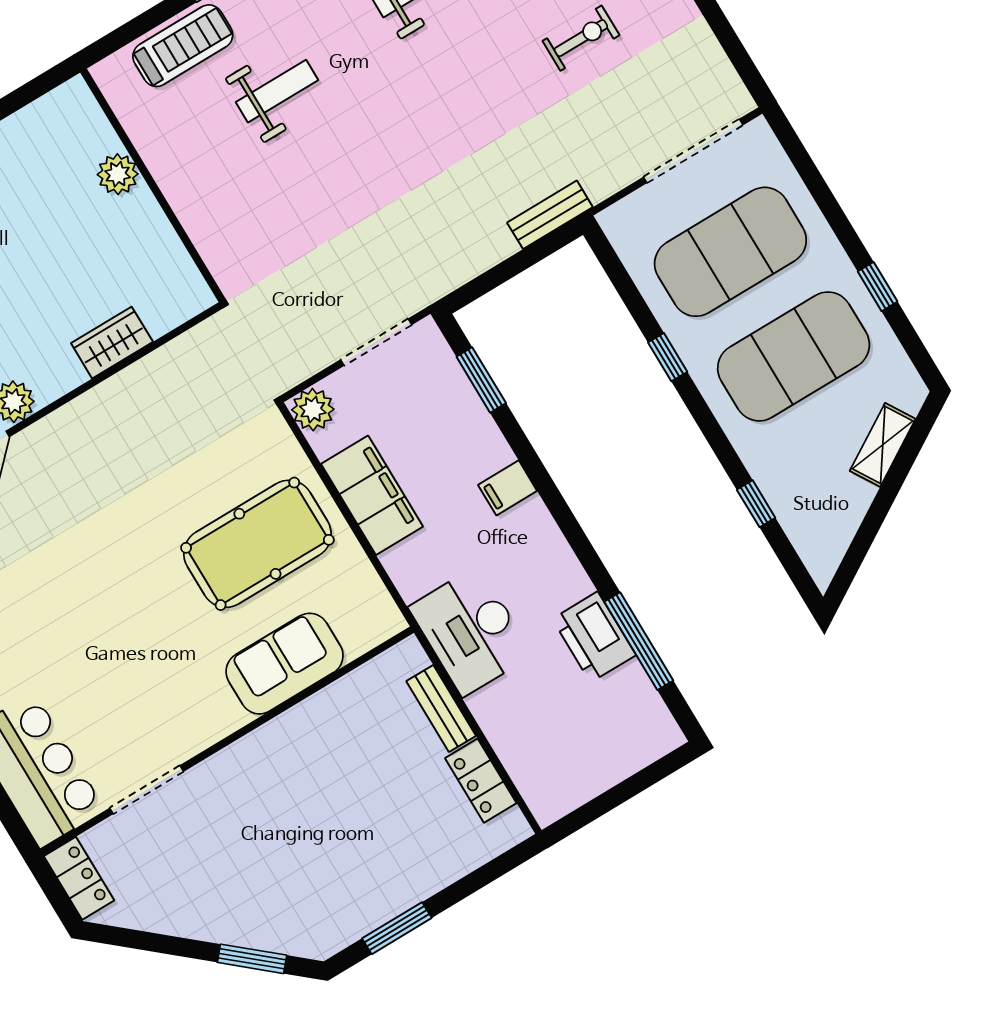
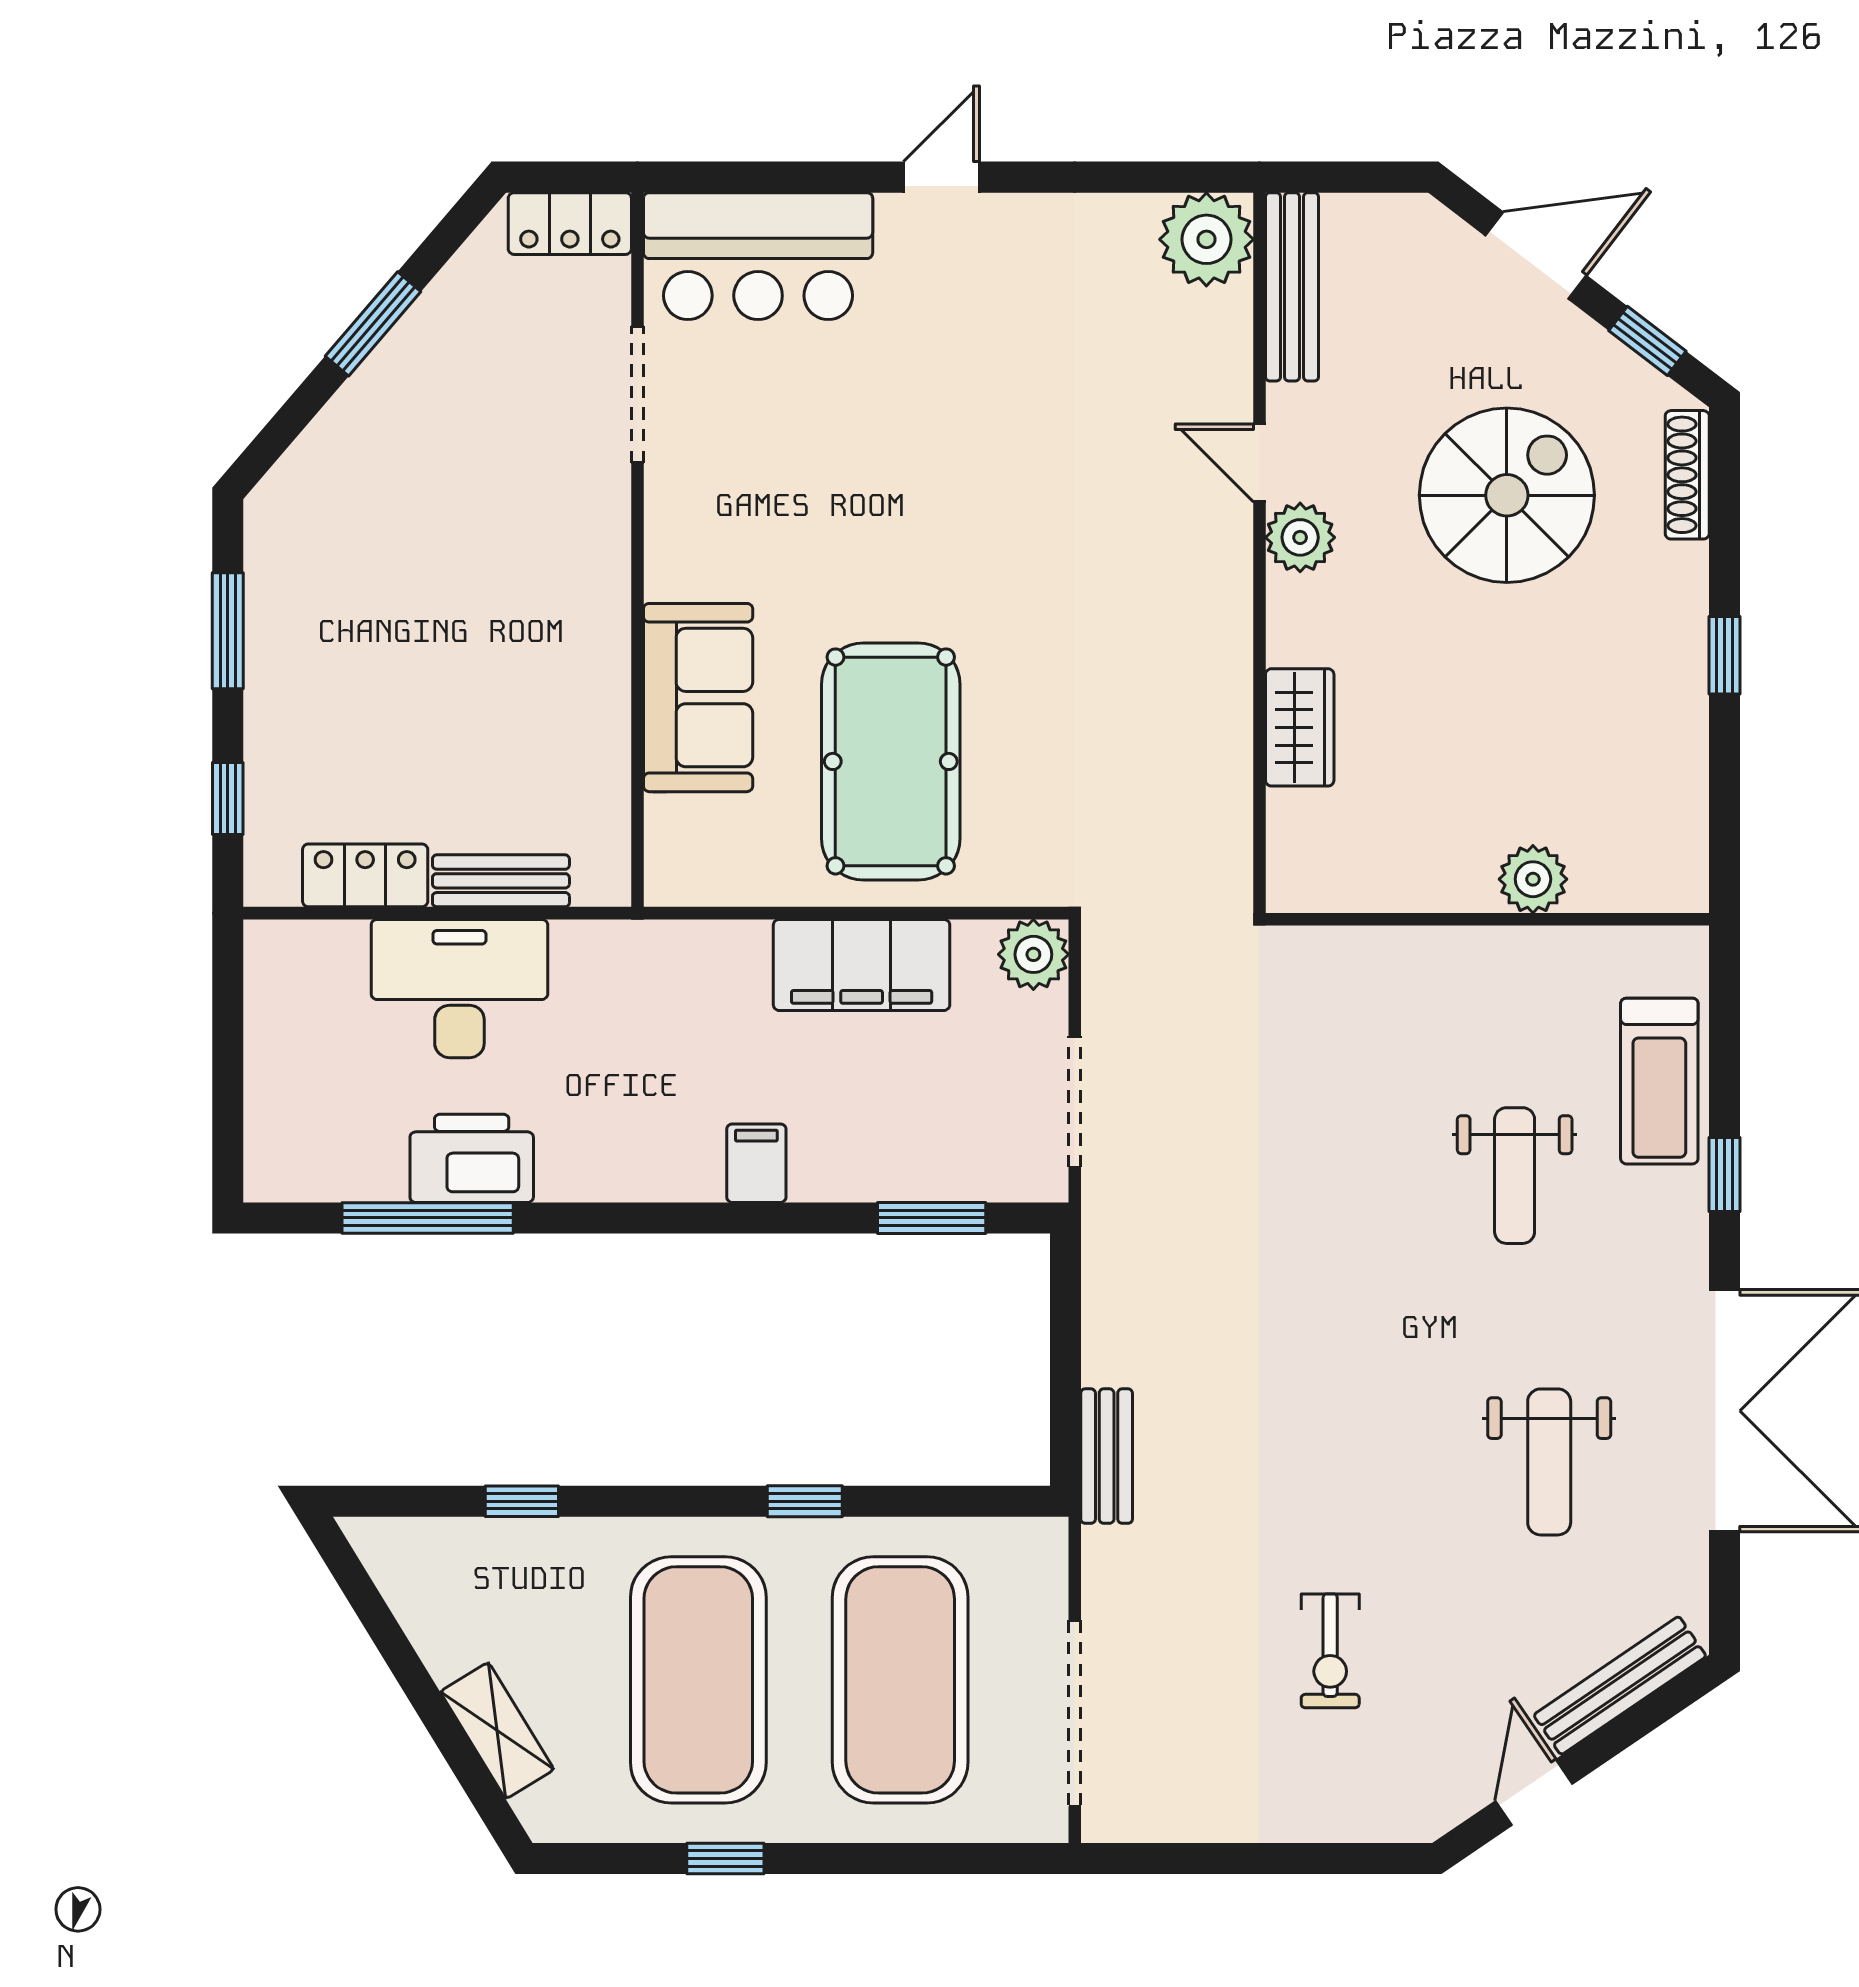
desk: (471, 631) -> (459, 989), moved
window: (484, 876) -> (228, 798), added
window: (252, 959) -> (373, 324), moved

